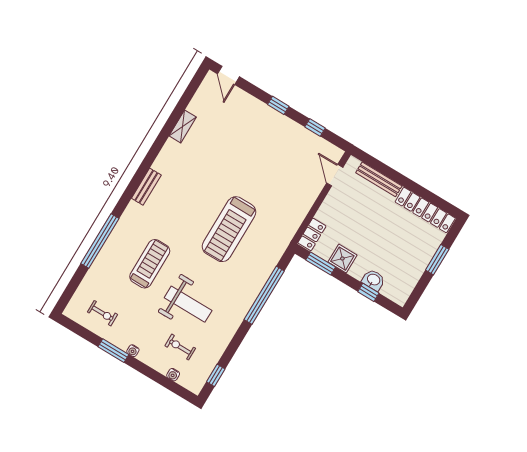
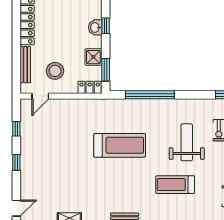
stool: (353, 208) -> (55, 71), added

